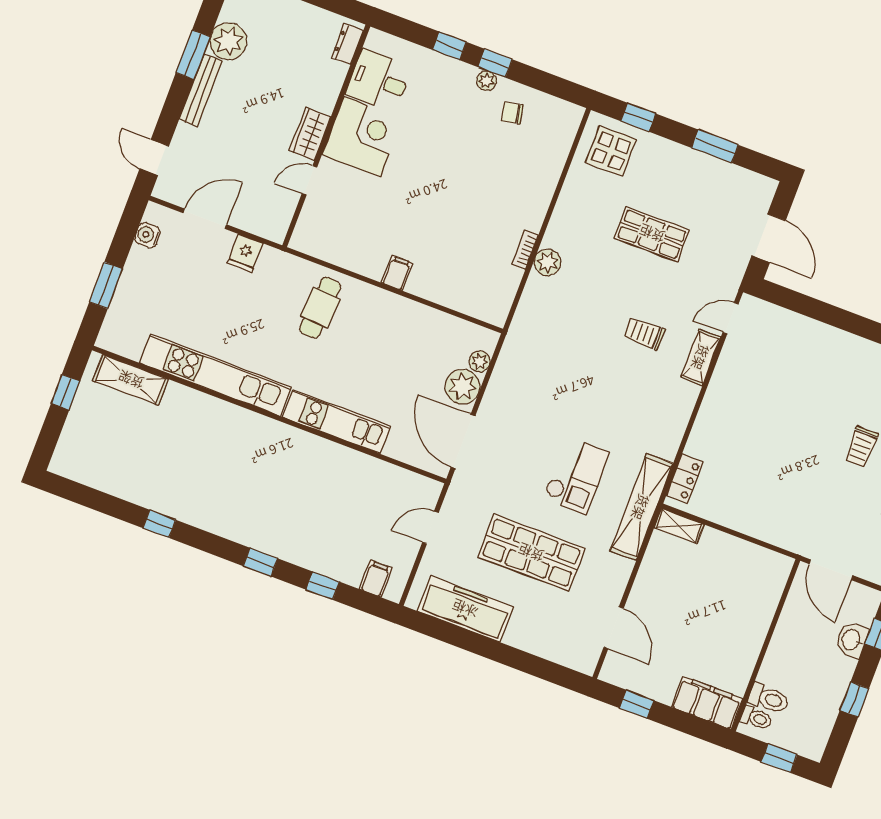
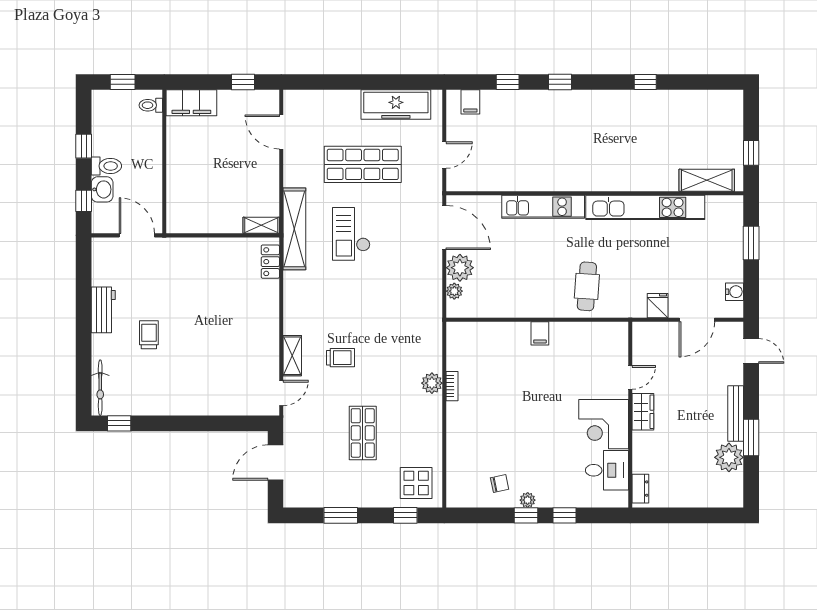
shop shelf: (652, 234) -> (363, 433), turned 90
door: (769, 238) -> (275, 463), hinge flipped
toilet: (769, 698) -> (106, 166), moved, turned 180

